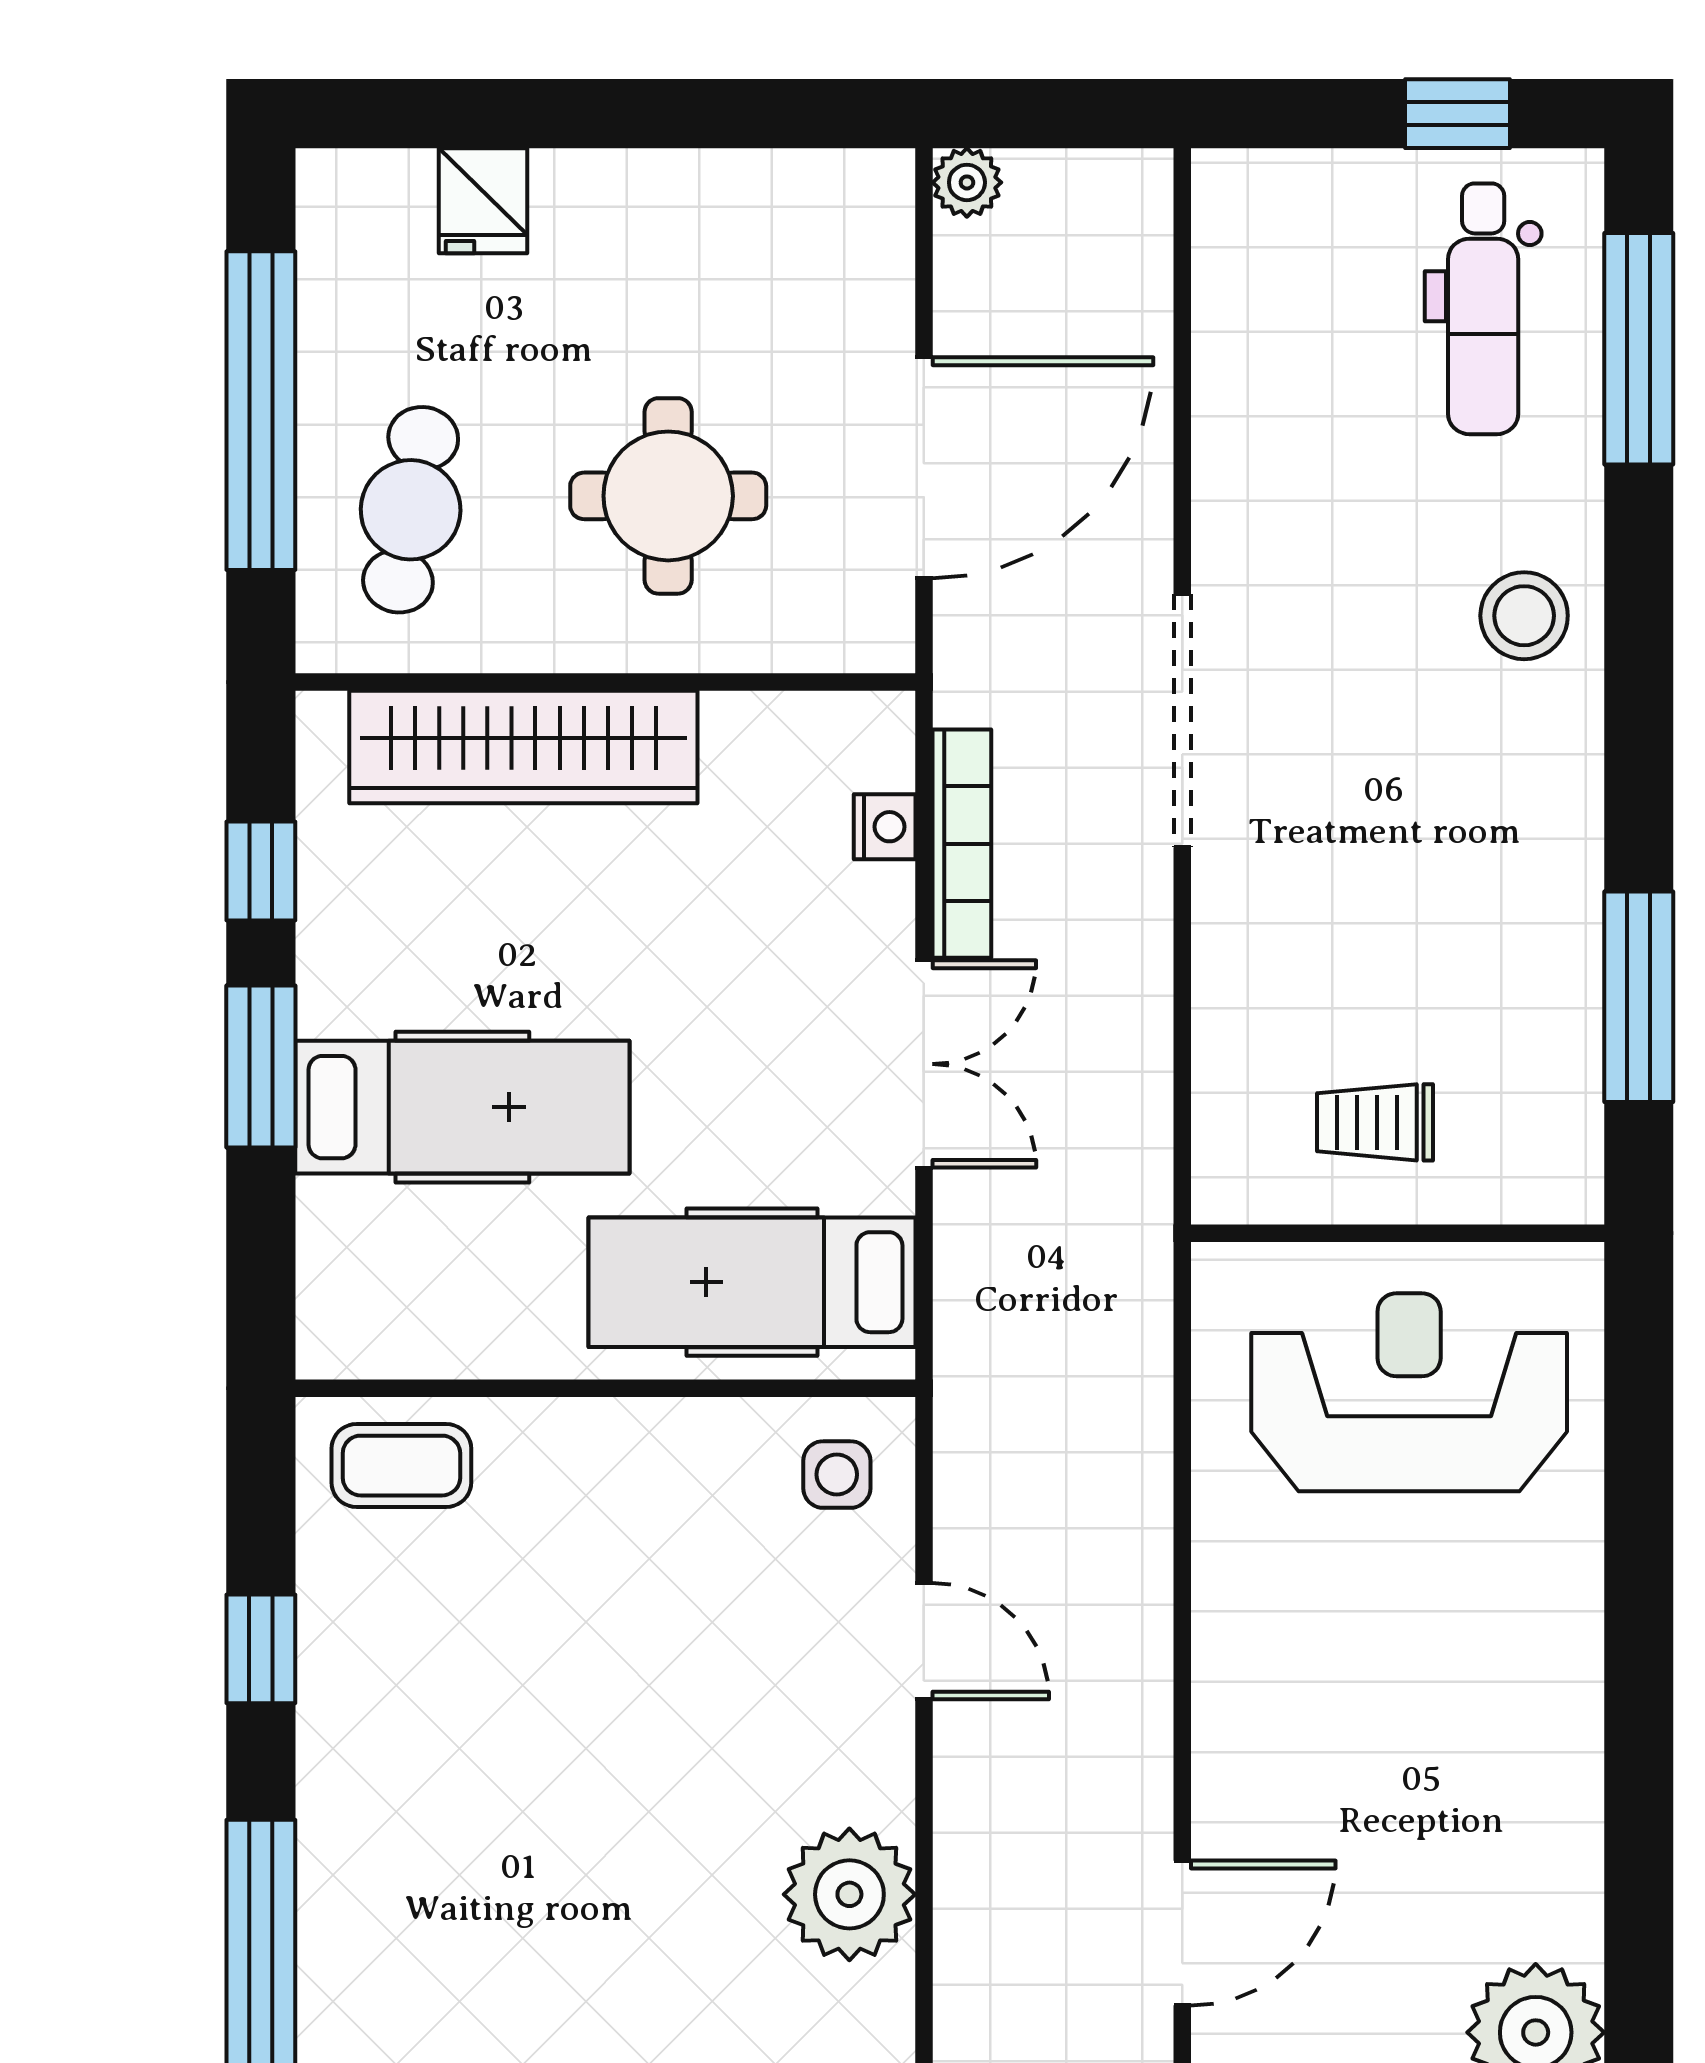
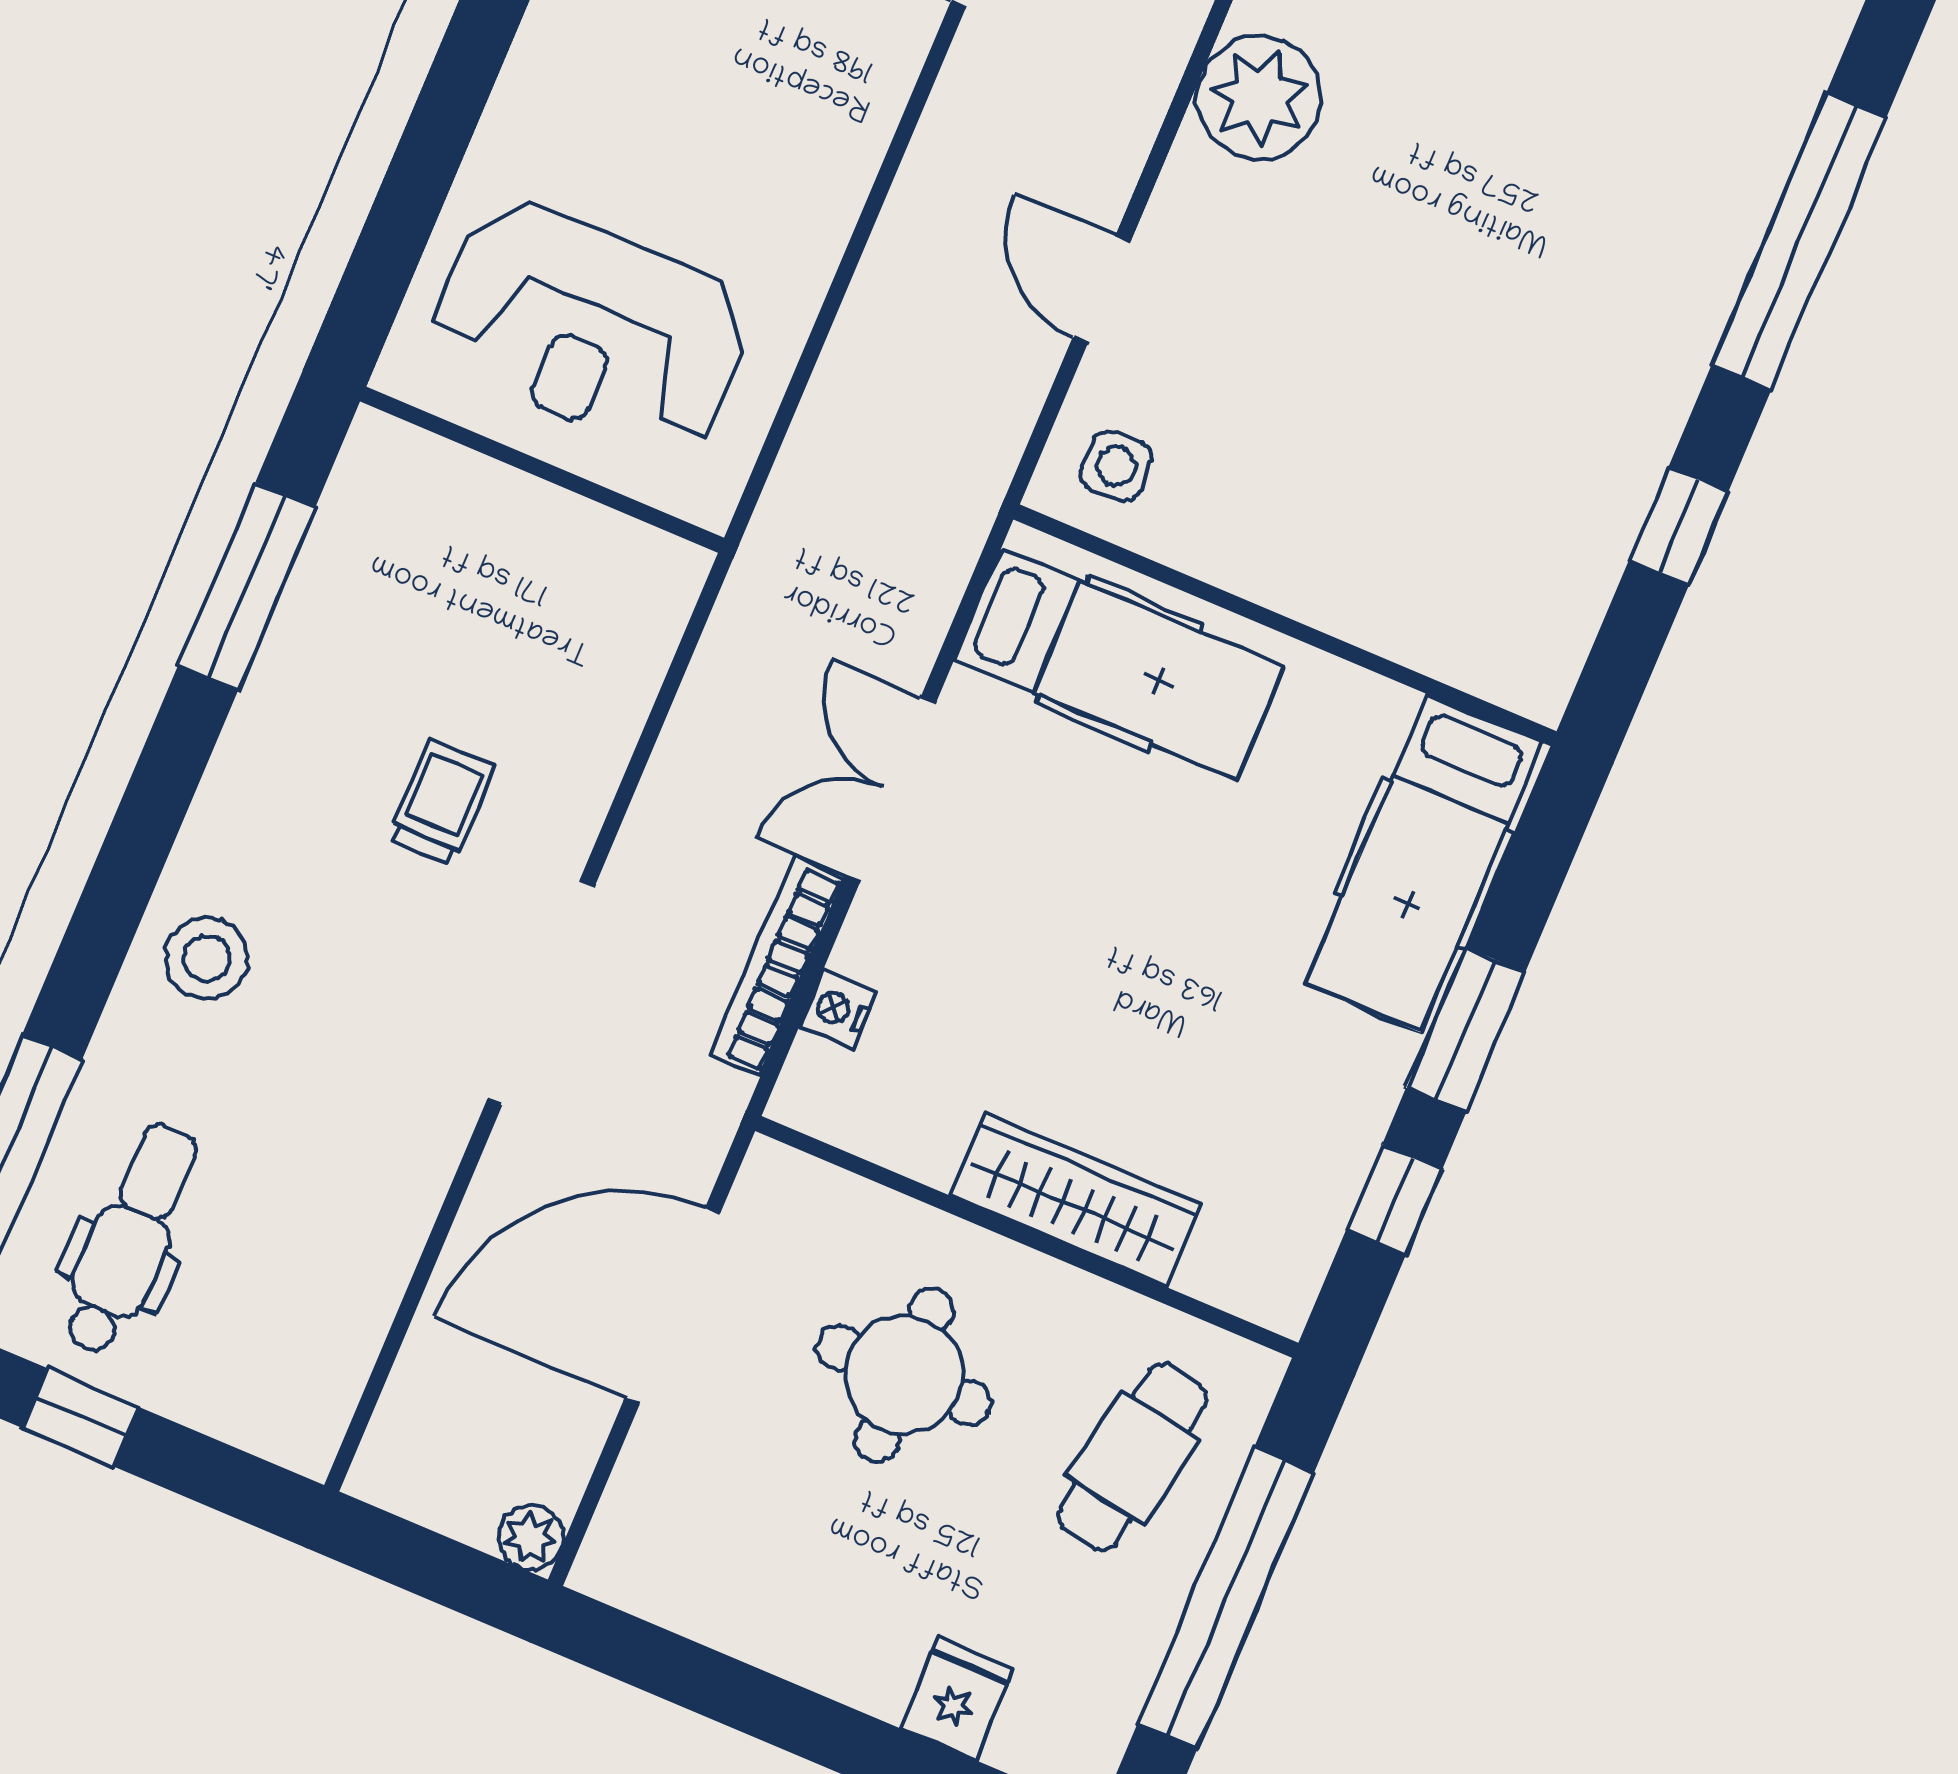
wardrobe: (523, 747) -> (1075, 1200), width x0.71, depth x0.85
hospital bed: (462, 1107) -> (1424, 863), moved, turned -90
trolley: (1375, 1122) -> (442, 802), moved, turned -90
coffee table: (401, 1466) -> (1490, 633), removed

